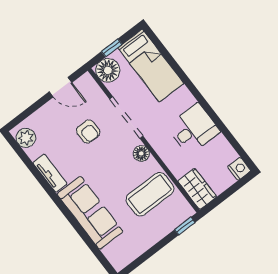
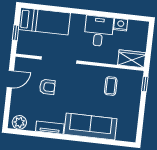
floor lamp: (108, 70) -> (25, 46), removed
floor lamp: (141, 153) -> (85, 70), removed
nightstand: (239, 169) -> (121, 25), moved
coffee table: (150, 194) -> (111, 86), width x0.54, depth x0.58

